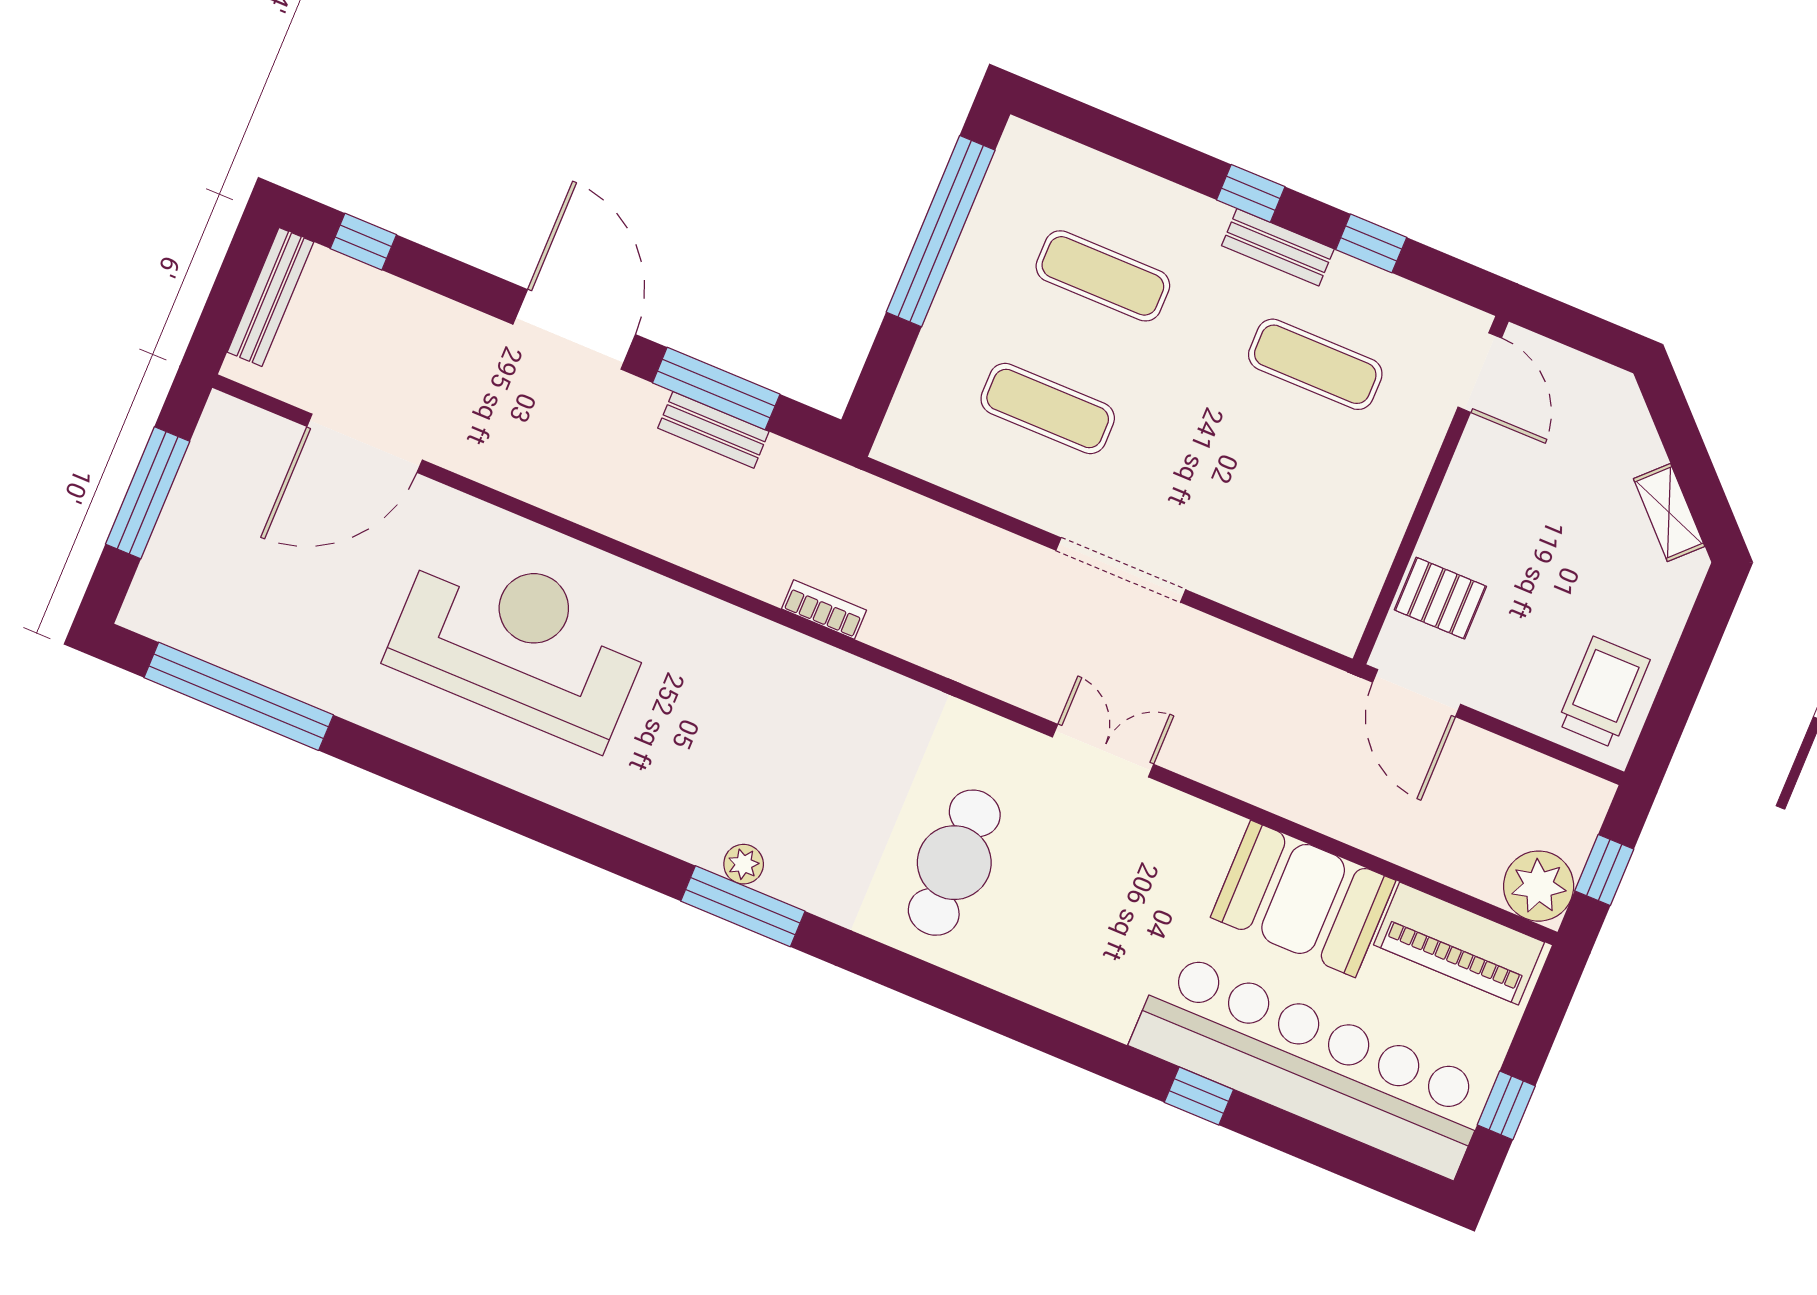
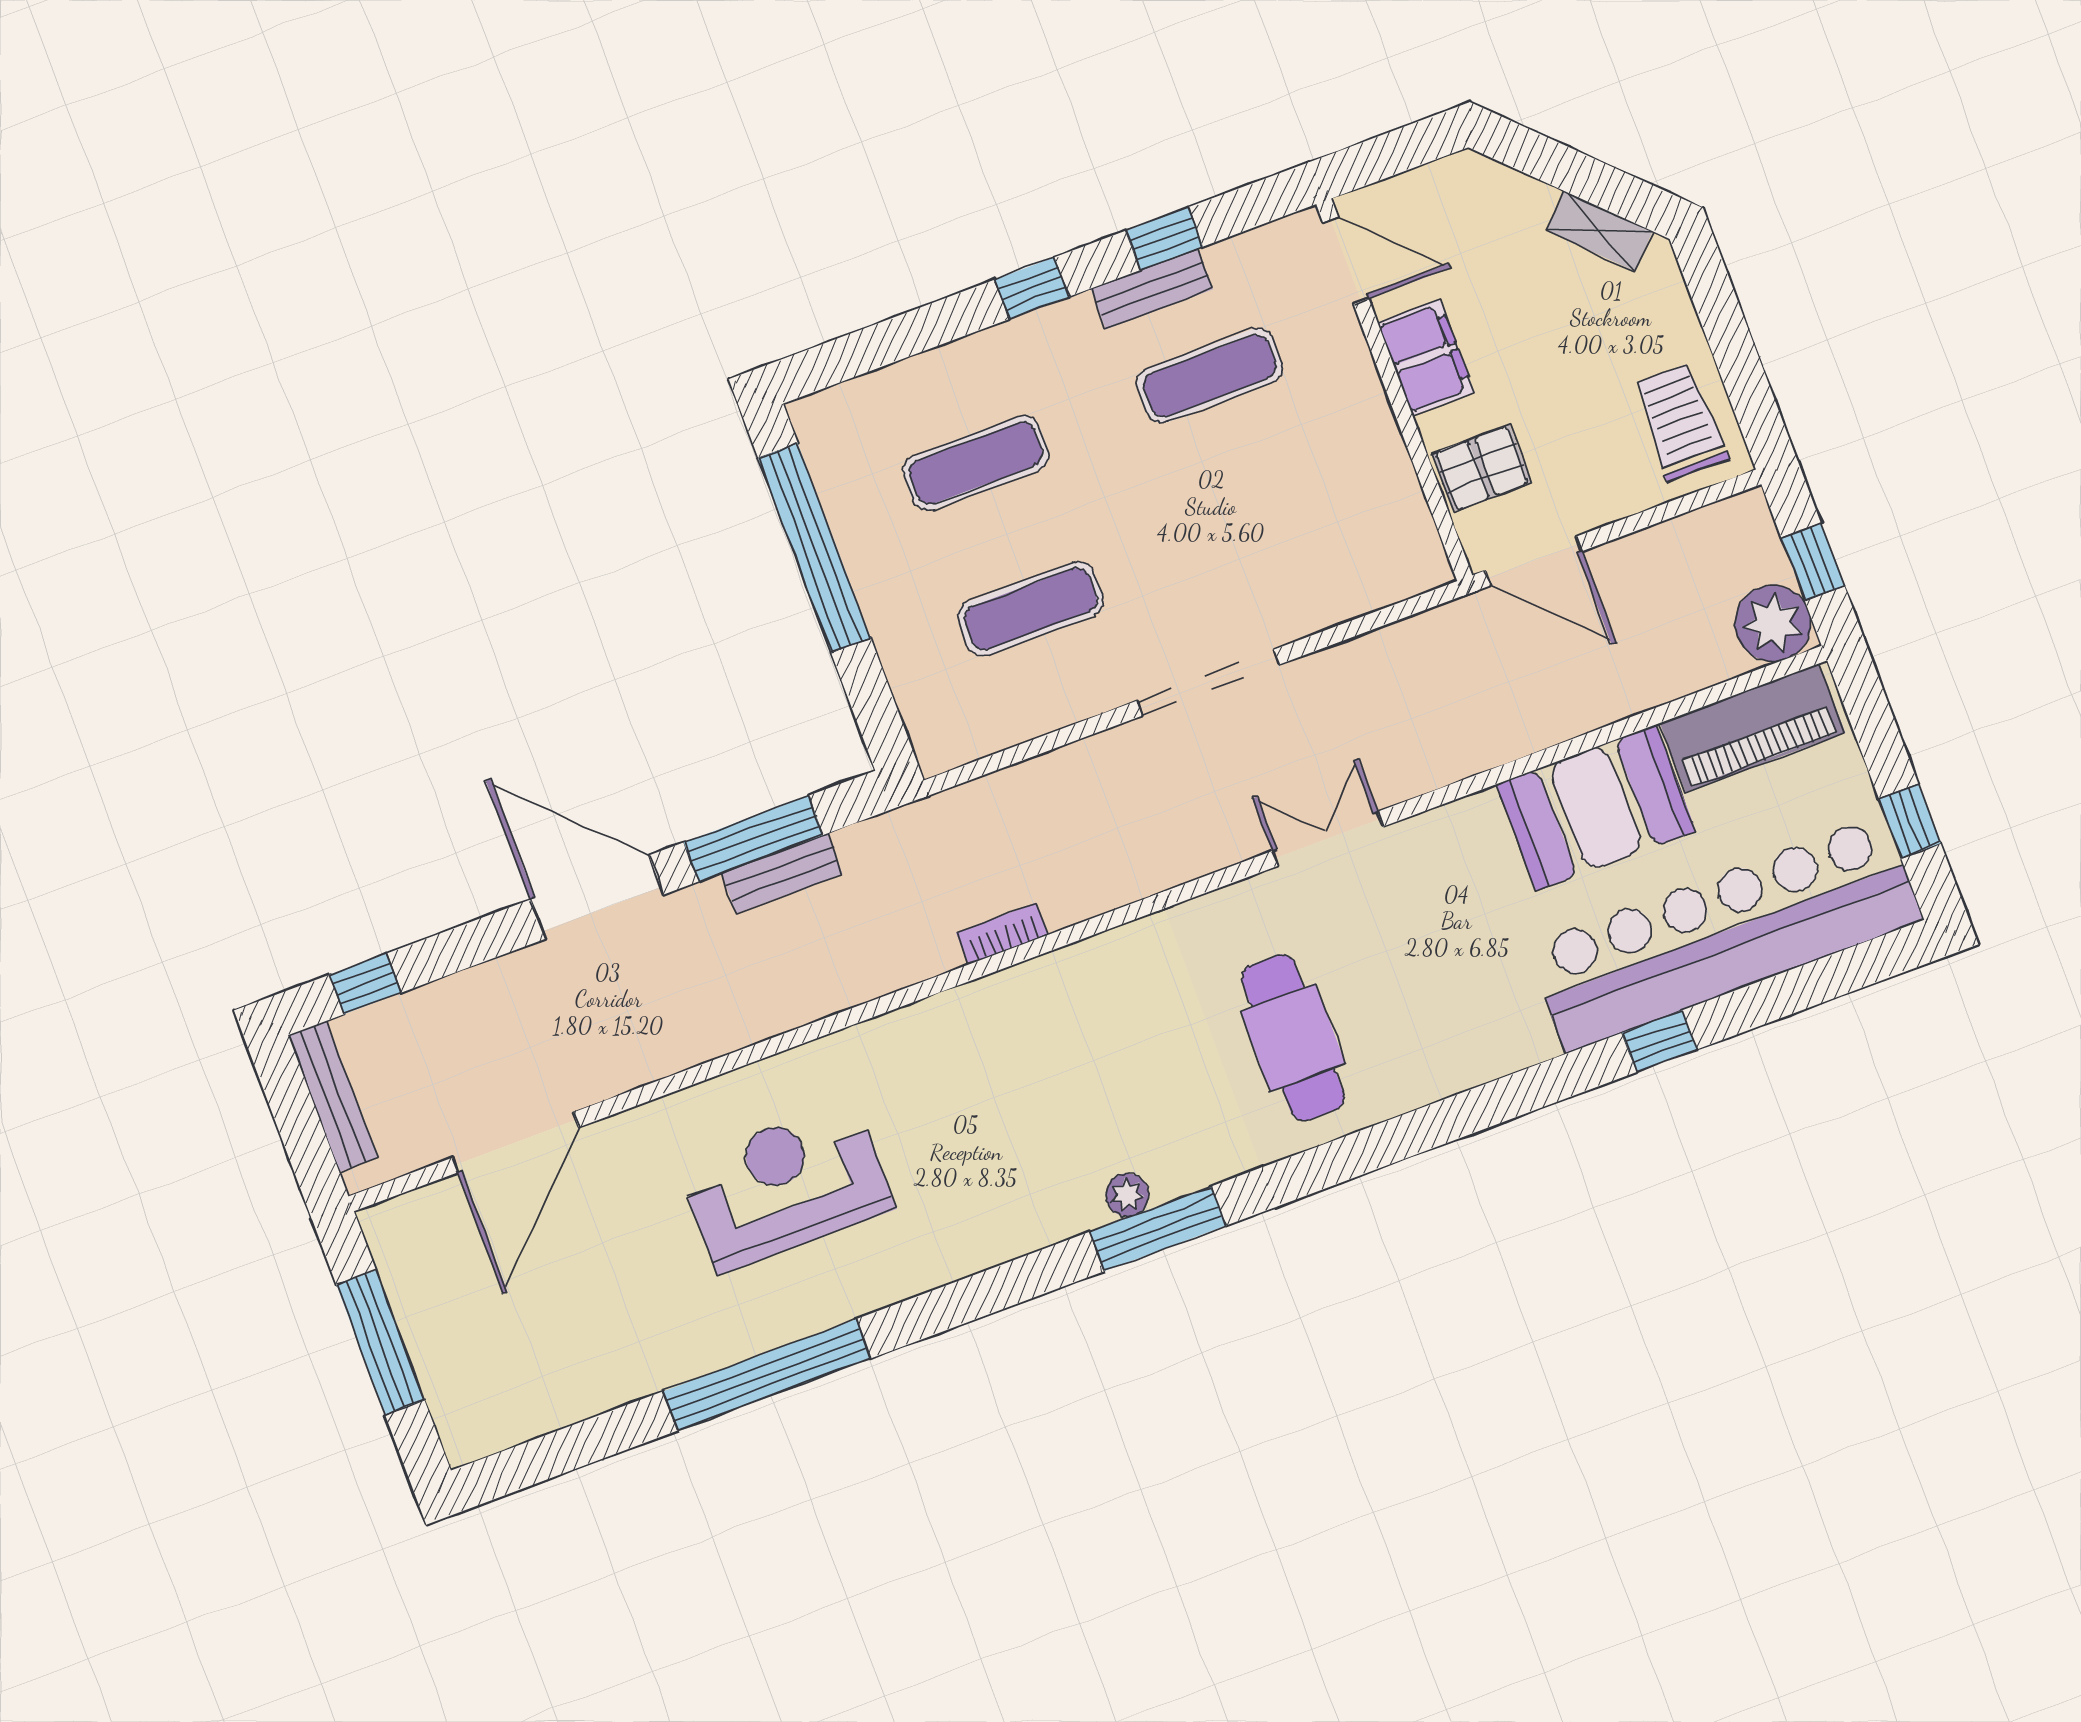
bench: (1278, 247) -> (1152, 289), moved
filing cabinet: (1473, 488) -> (1426, 357), added
reception desk: (519, 643) -> (786, 1186), width x0.74, depth x0.77
window: (239, 696) -> (767, 1375), moved

